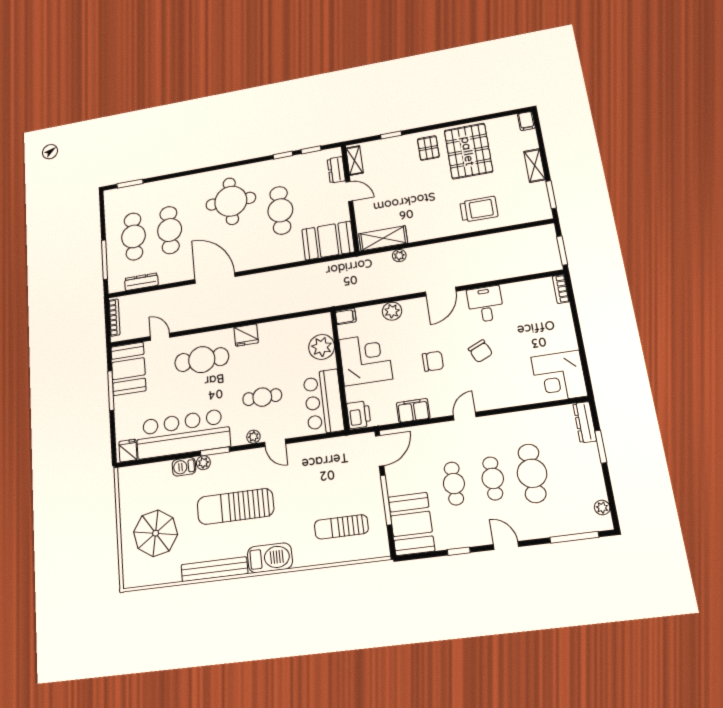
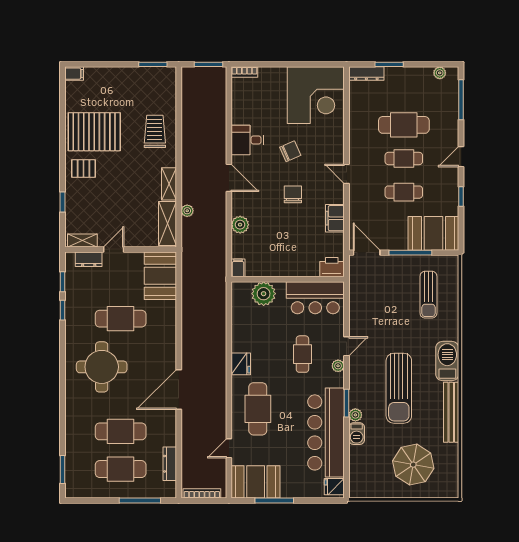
shelving: (535, 166) -> (169, 184), moved, turned 90
corner desk: (365, 359) -> (281, 255), removed
corner desk: (559, 376) -> (316, 95), width x1.36, depth x1.36

